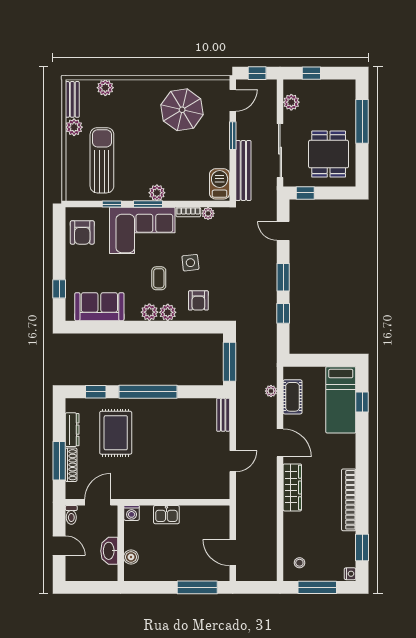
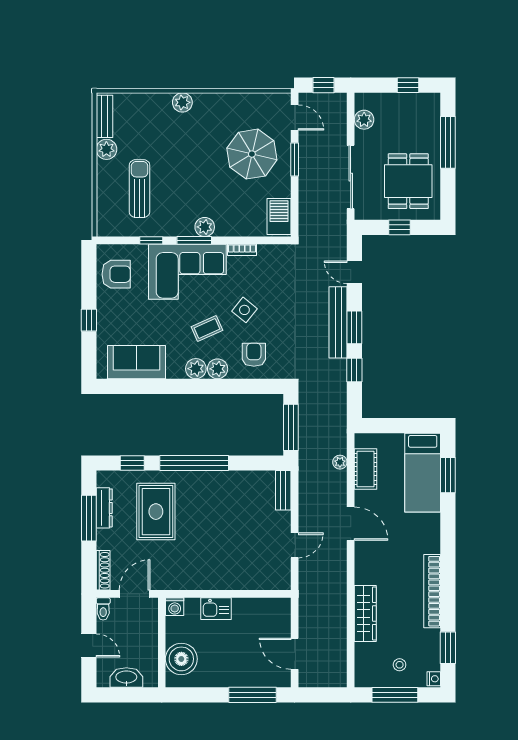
window: (311, 73) -> (408, 85), moved
plant: (105, 88) -> (182, 102), moved
door: (233, 100) -> (295, 118), hinge flipped
parasol: (182, 110) -> (252, 154), moved
sun lounger: (102, 160) -> (140, 189), width x0.73, depth x0.75
bench: (243, 170) -> (338, 322), moved
window: (305, 193) -> (399, 227), moved
plant: (208, 213) -> (265, 252), removed
armchair: (82, 232) -> (116, 274), turned -90
side table: (190, 263) -> (244, 310), turned 45
coffee table: (159, 278) -> (207, 328), turned 66
window: (59, 289) -> (89, 320), moved
armchair: (198, 300) -> (254, 355), turned 180
window: (362, 402) -> (448, 475), width x1.50
window: (59, 461) -> (89, 518), moved
shoe rack: (71, 465) -> (103, 570), moved
wardrobe: (292, 487) -> (365, 613), moved
washbasin: (109, 551) -> (126, 678), moved, turned 90
boiler: (131, 557) -> (181, 659), width x1.86, depth x1.86
stool: (299, 563) -> (400, 665), moved

